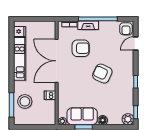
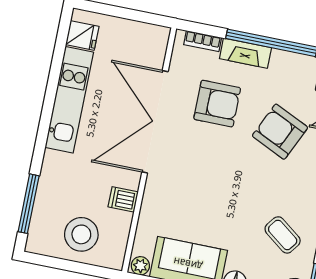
armchair: (102, 74) -> (280, 132), moved
coffee table: (118, 97) -> (283, 235), added
stool: (25, 101) -> (81, 234), moved

